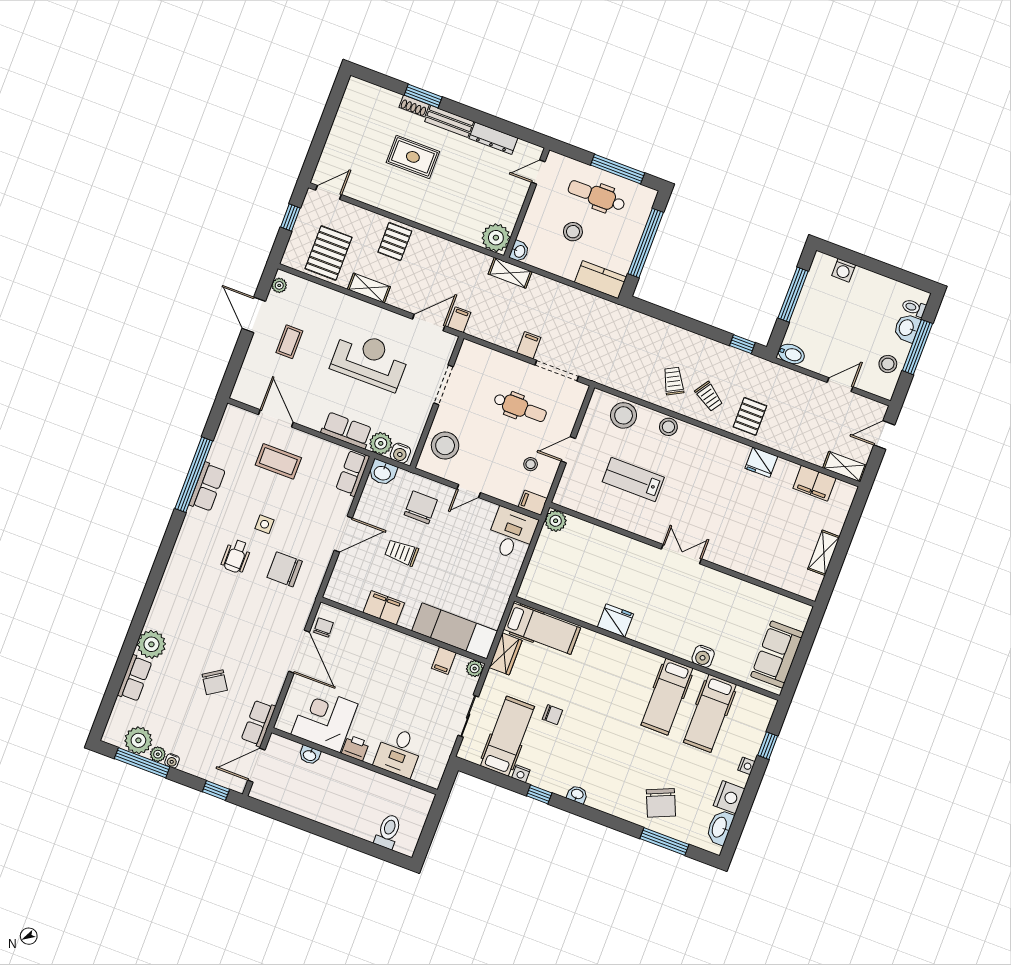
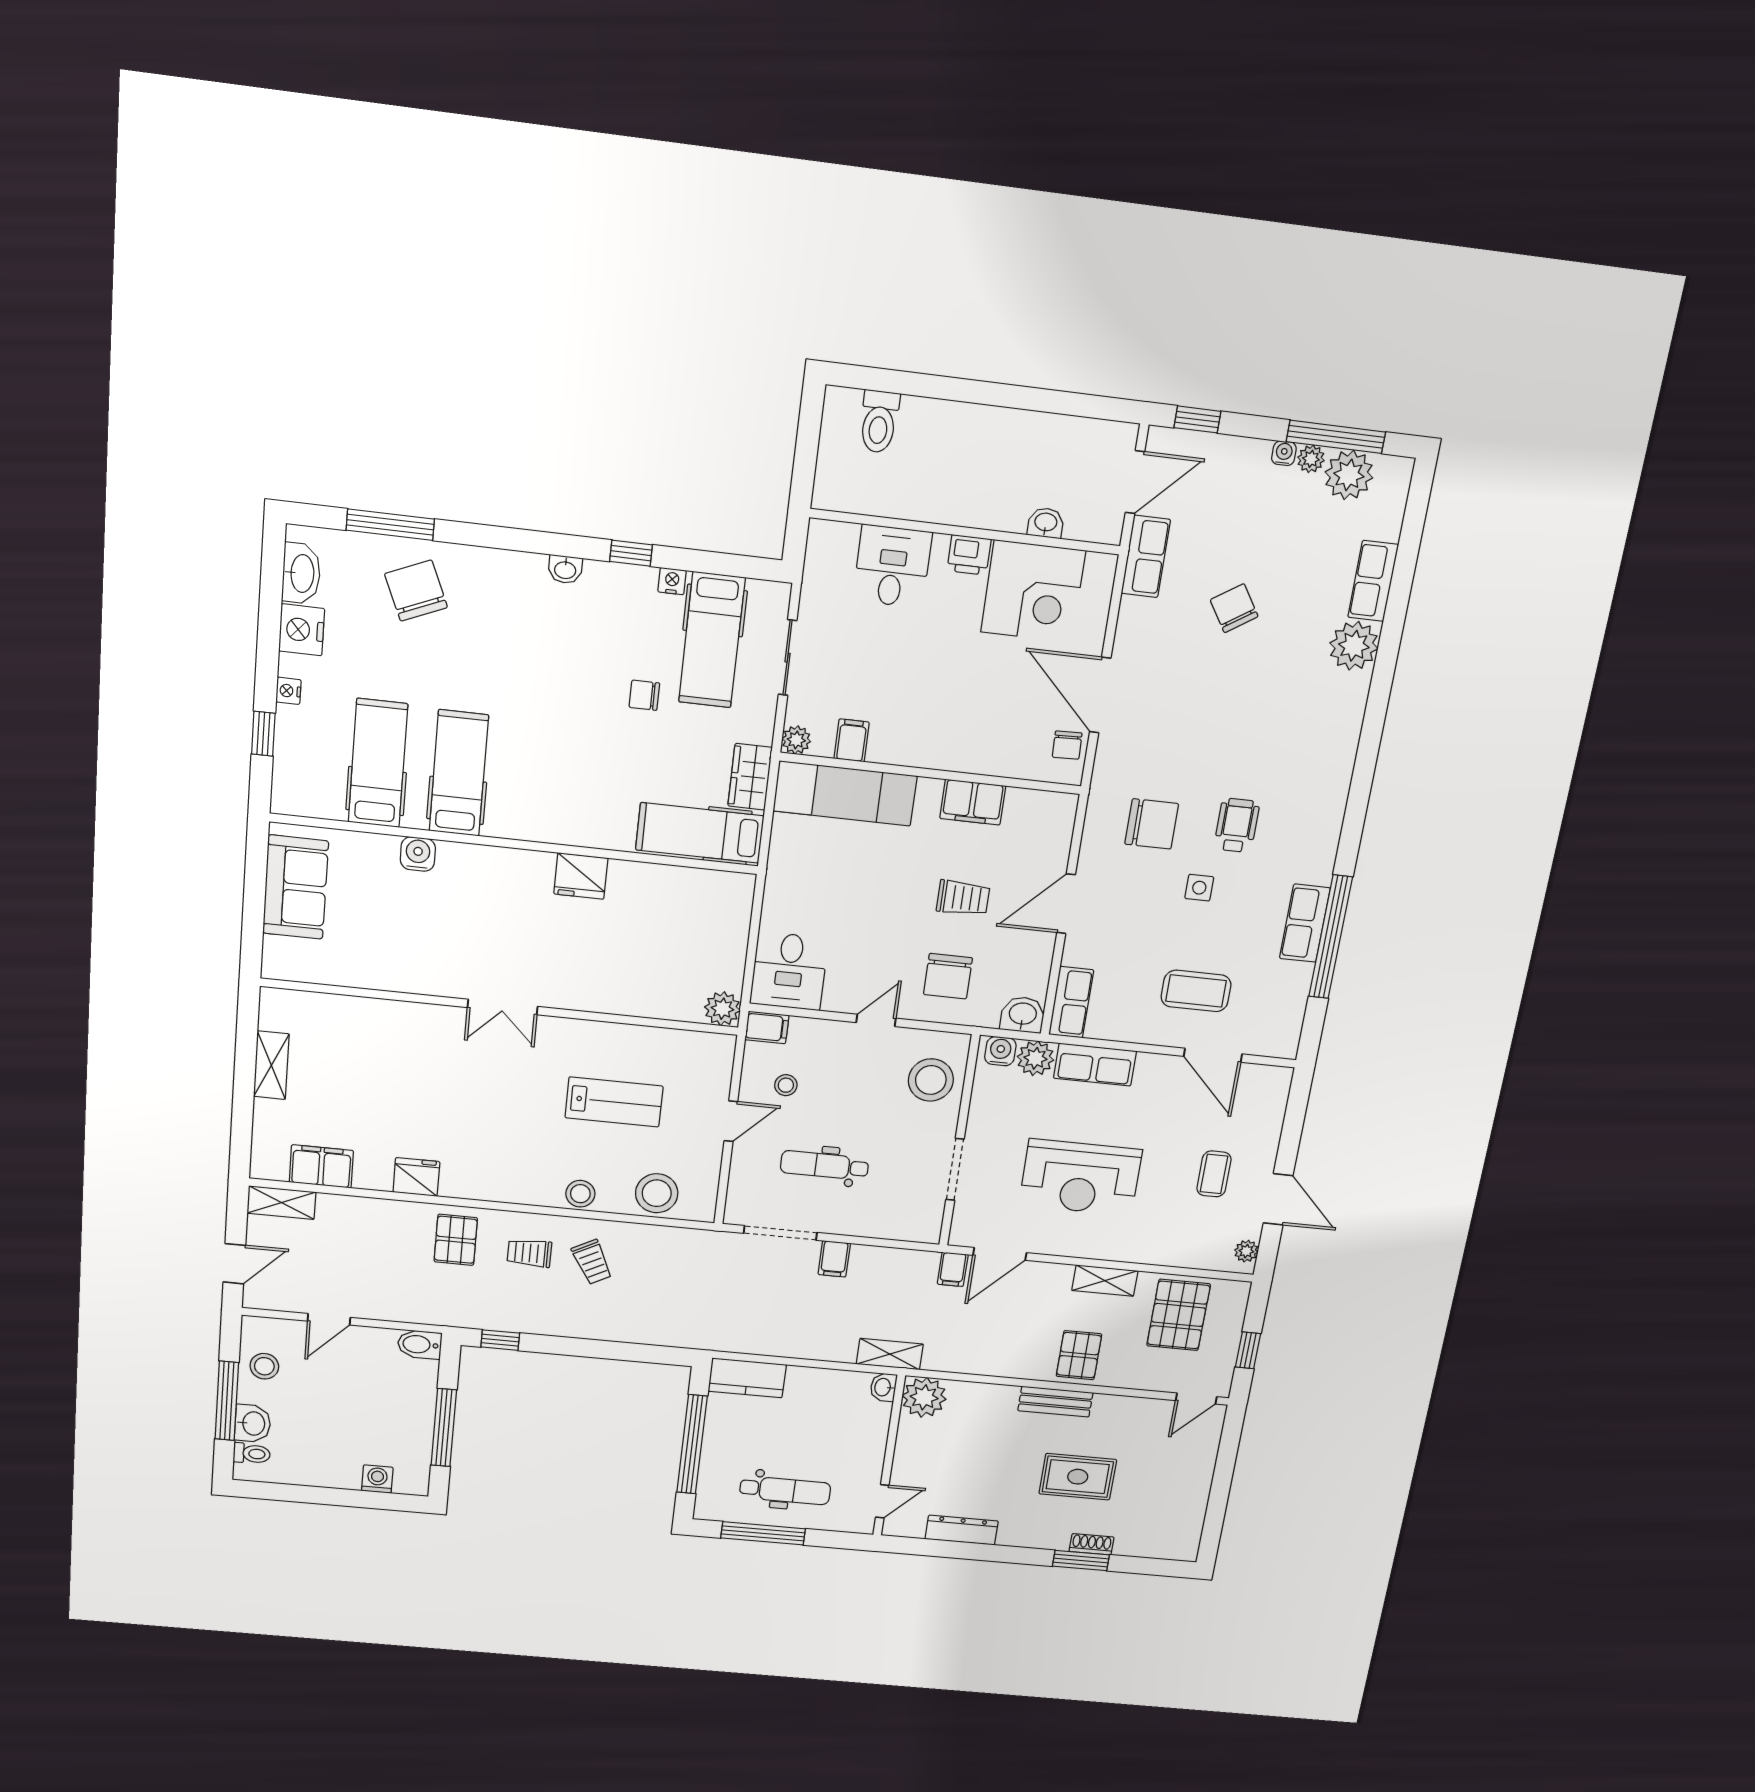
bench: (449, 121) -> (1055, 1402), moved
stool: (573, 232) -> (808, 1434), removed
trolley: (709, 397) -> (529, 1253), turned -34

